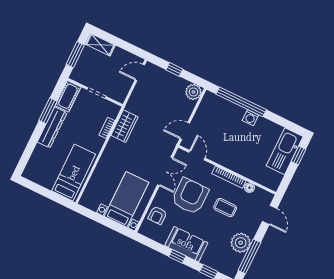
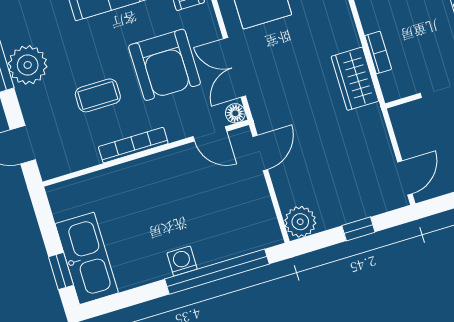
floor lamp: (249, 188) -> (235, 113), moved

